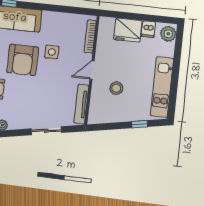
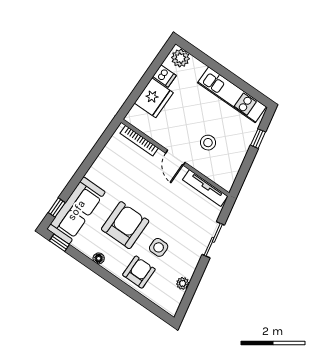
side table: (52, 52) -> (159, 247), moved
armchair: (23, 60) -> (125, 225), turned -90

